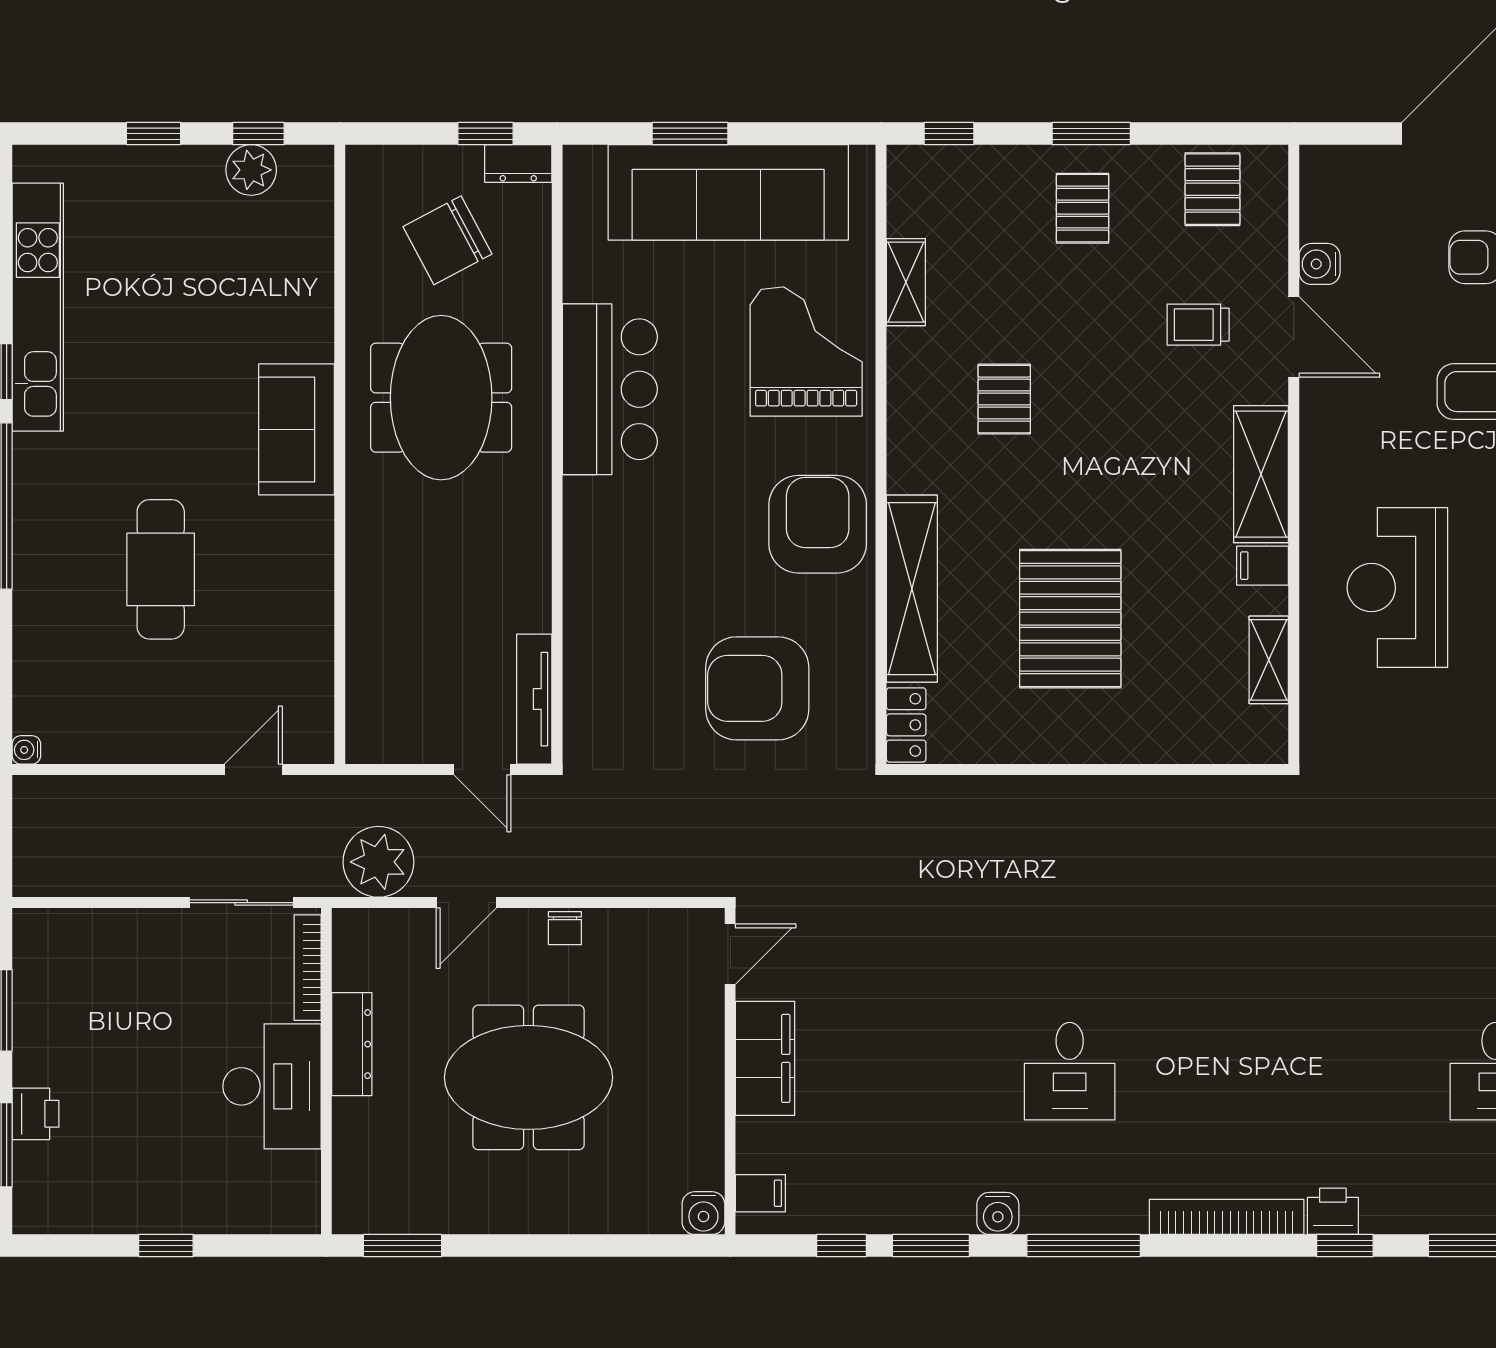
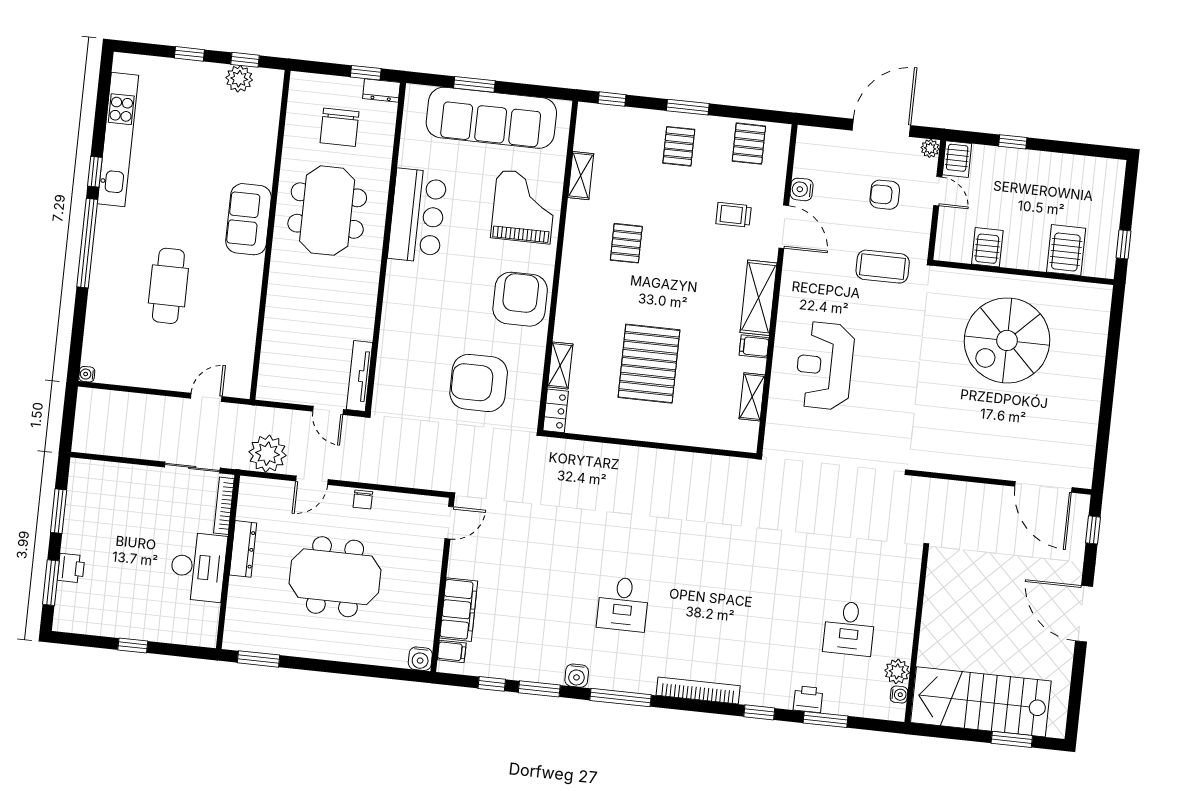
chair: (447, 240) -> (339, 127), turned -62
shelving: (912, 589) -> (560, 365), width x0.45, depth x0.75
filing cabinet: (765, 1058) -> (459, 610), moved
printer: (1333, 1211) -> (808, 699), moved

